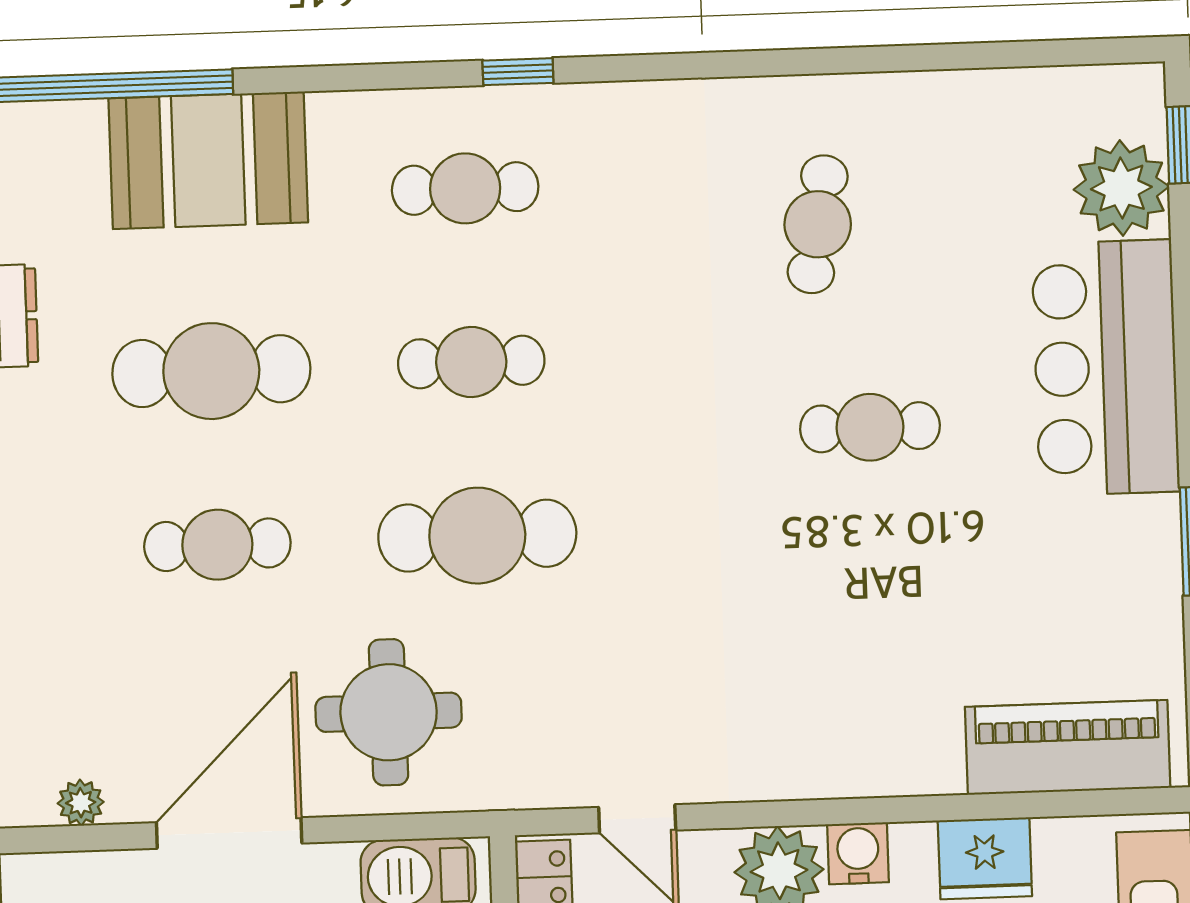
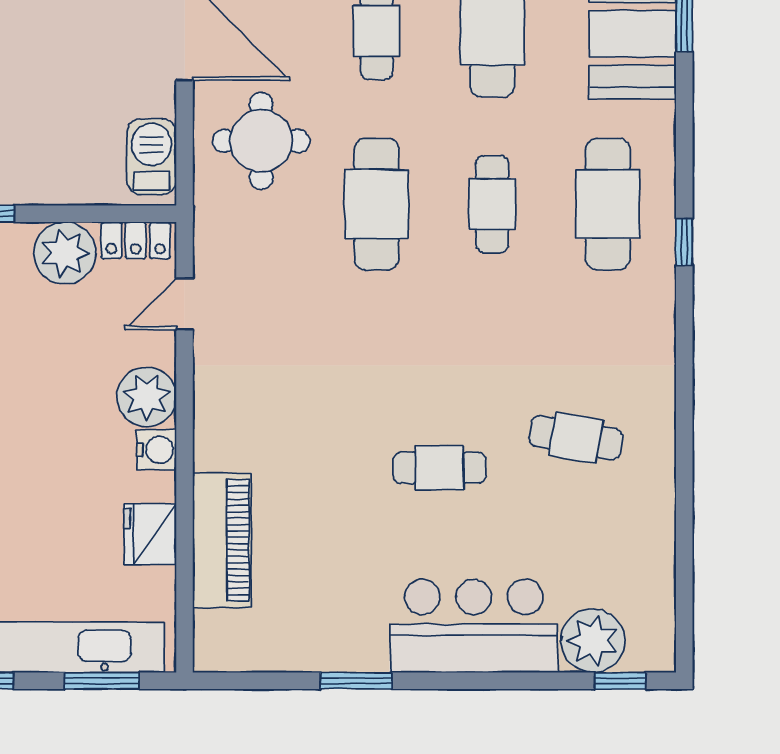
cafe table: (465, 188) -> (608, 204), width x1.37, depth x1.35
cafe table: (870, 427) -> (440, 468), turned 90
piano: (1068, 747) -> (222, 540), moved

